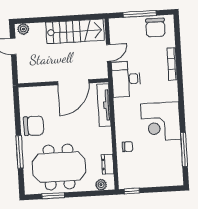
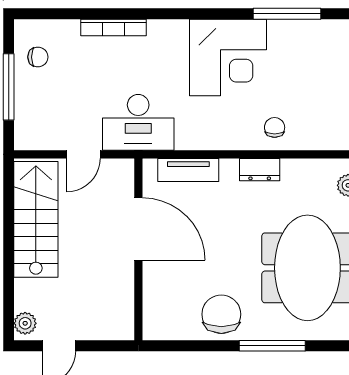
chair: (155, 27) -> (38, 57), width x0.54, depth x0.54
door: (109, 53) -> (83, 154), swing flipped
tv unit: (104, 105) -> (188, 170), width x0.71
dresser: (108, 164) -> (260, 170), moved

